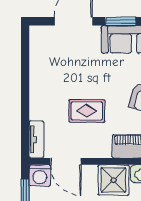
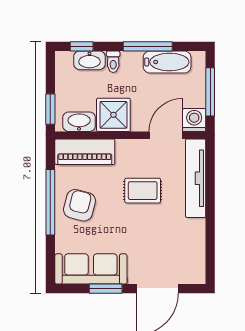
tv unit: (36, 139) -> (196, 178), width x1.92, depth x1.29
door: (66, 161) -> (166, 135), hinge flipped

